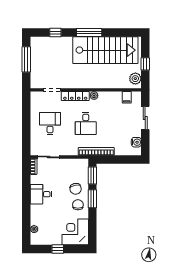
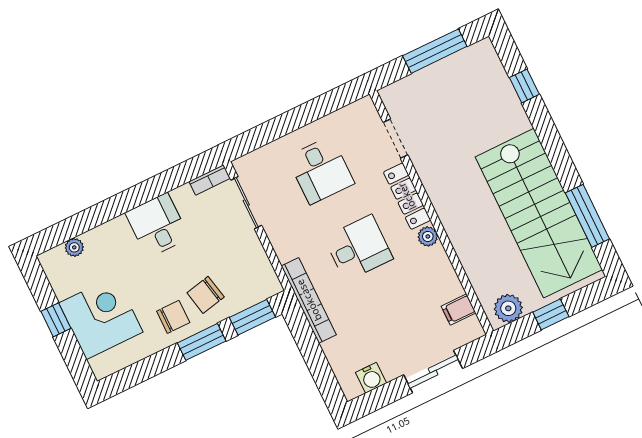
window: (89, 32) -> (587, 216), moved
desk: (50, 123) -> (321, 170), turned 90
desk: (86, 123) -> (358, 248), turned 180
corner desk: (75, 232) -> (101, 318), moved

